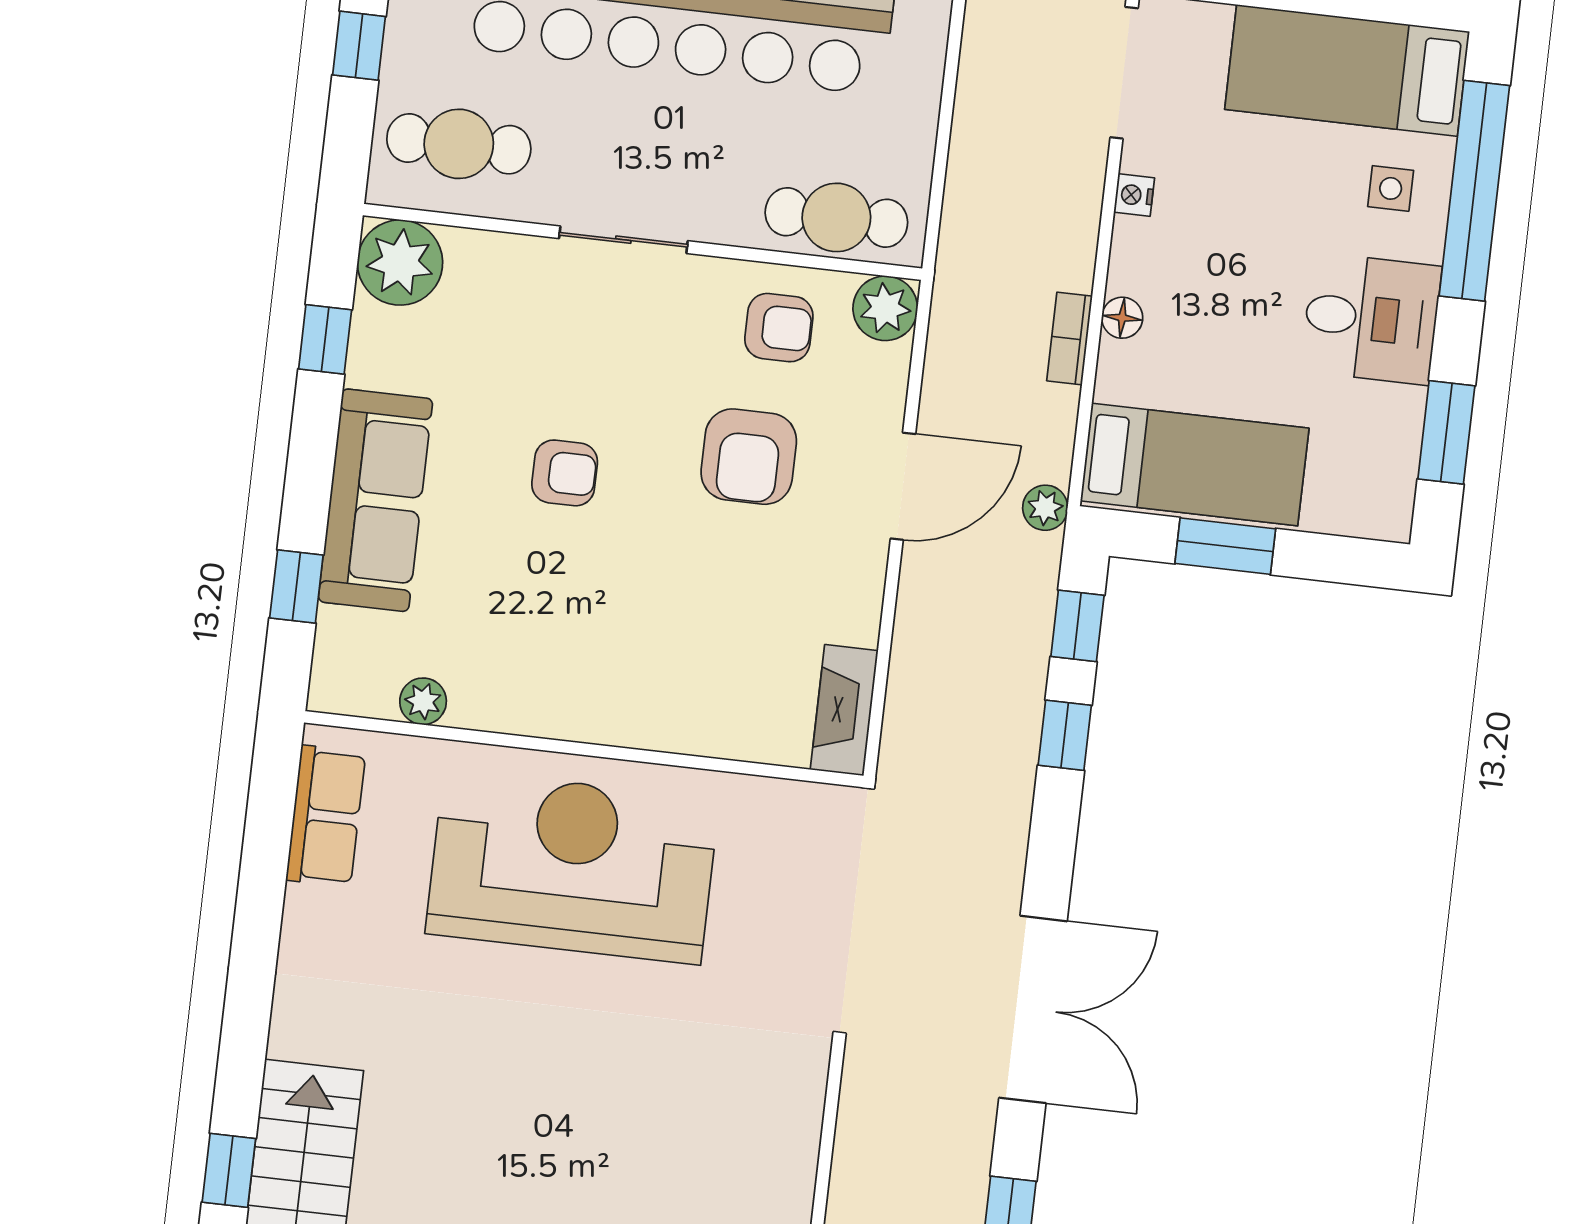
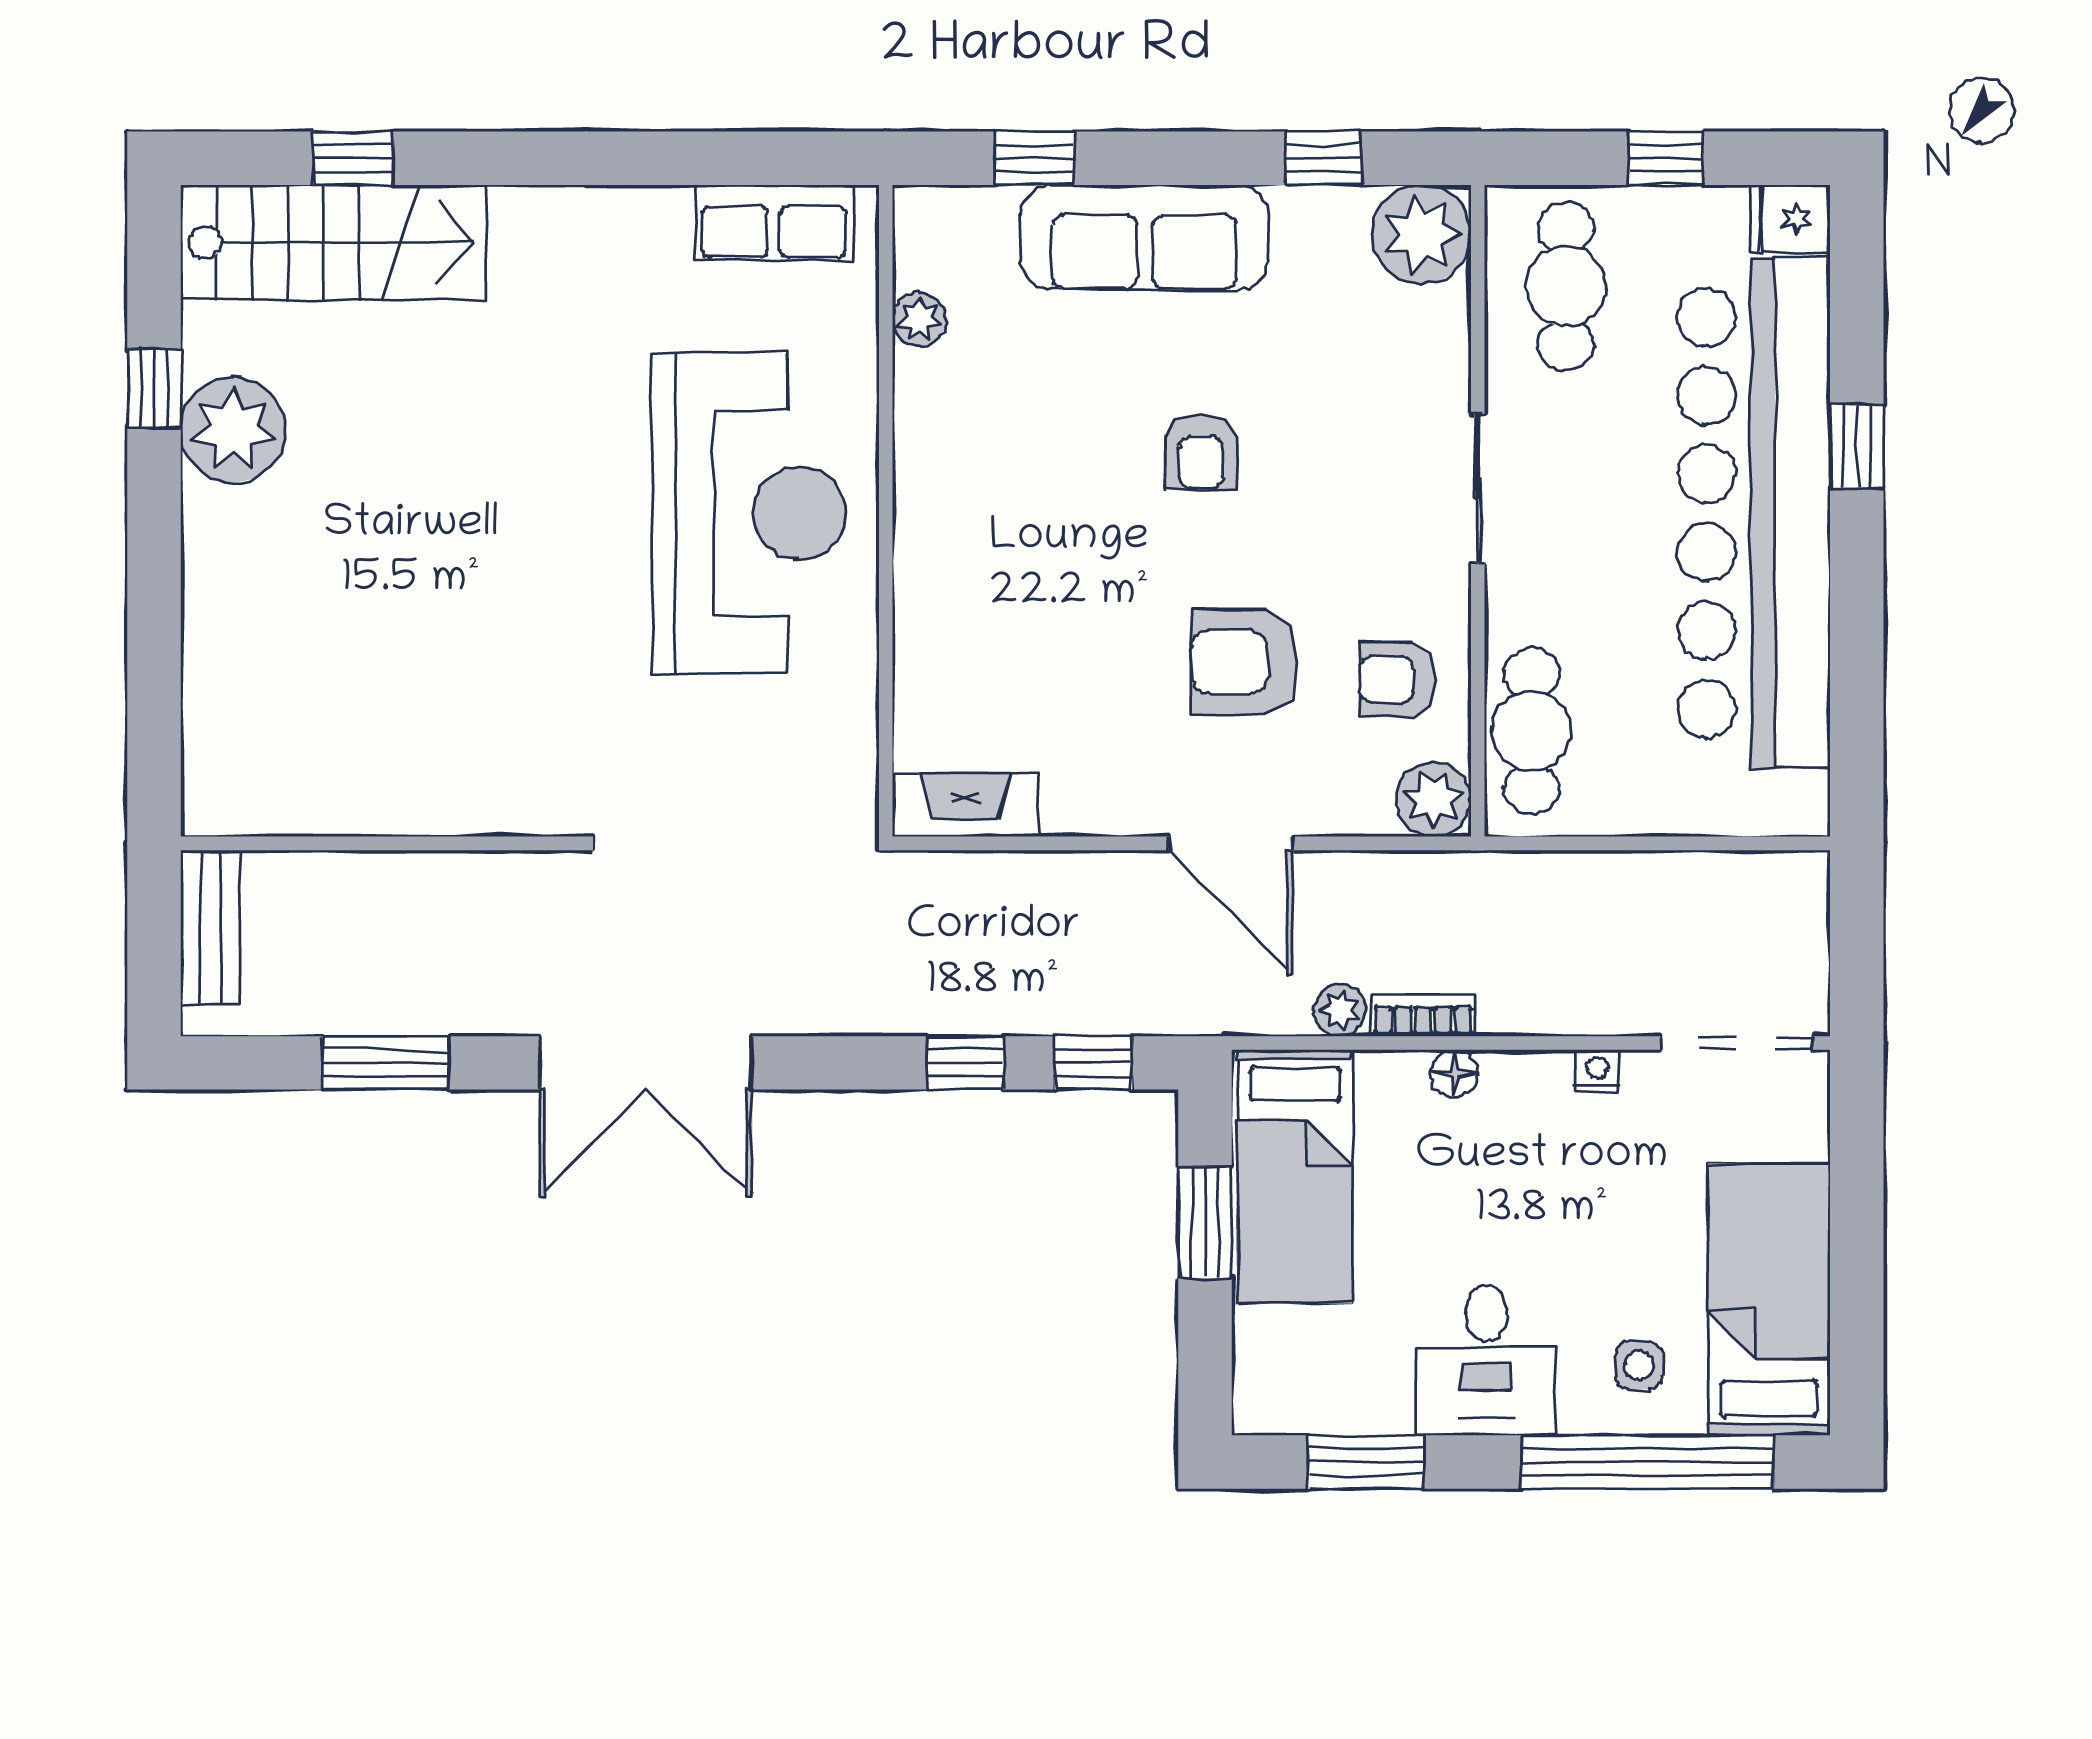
armchair: (779, 328) -> (1397, 679), turned 90
plant: (1045, 508) -> (1340, 1010), moved

